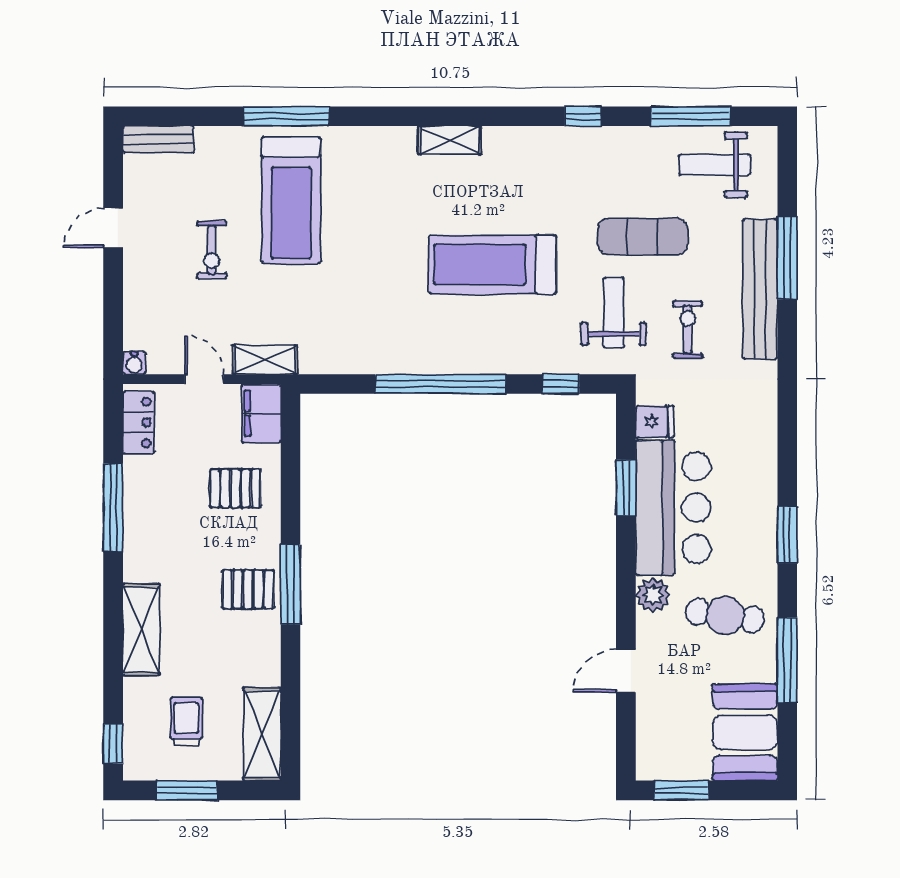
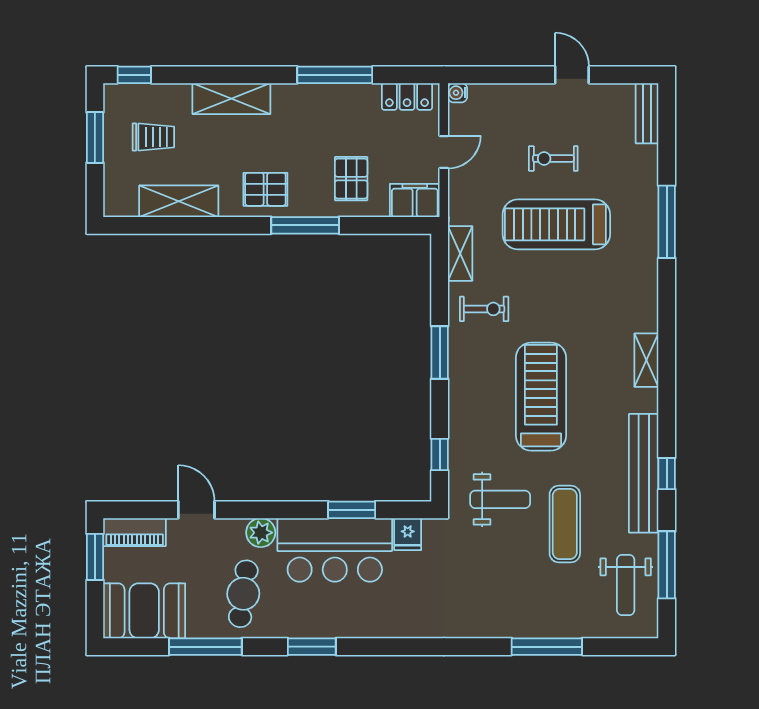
weight bench: (715, 165) -> (626, 585), turned 180
treadmill: (291, 200) -> (556, 224), moved
bench: (760, 289) -> (644, 473), moved, turned 90
exercise bike: (688, 329) -> (484, 309), moved
shelving: (265, 360) -> (460, 253), moved
window: (440, 384) -> (440, 352), width x0.47
window: (291, 584) -> (305, 225), moved
pallet: (248, 589) -> (265, 189), turned 90
shelving: (262, 734) -> (179, 201), moved
piano: (652, 744) -> (135, 532), added

